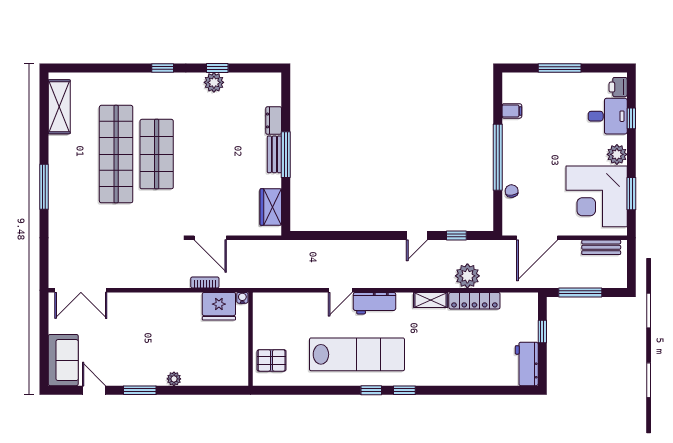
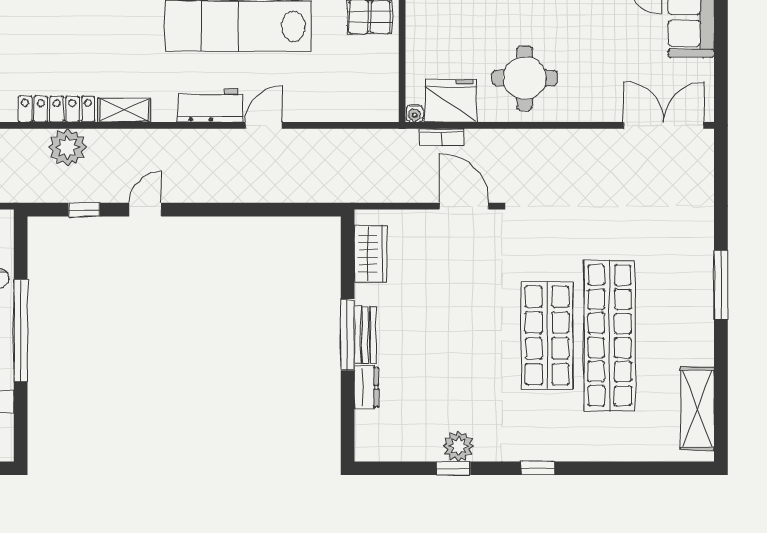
bookcase: (205, 282) -> (441, 137), moved
round table: (171, 321) -> (525, 78), added

